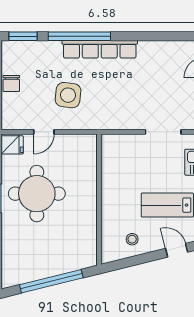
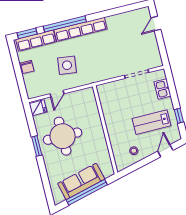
row of seats: (33, 49) -> (36, 41), added
door: (177, 250) -> (165, 151), hinge flipped
sofa: (47, 264) -> (81, 181), added

